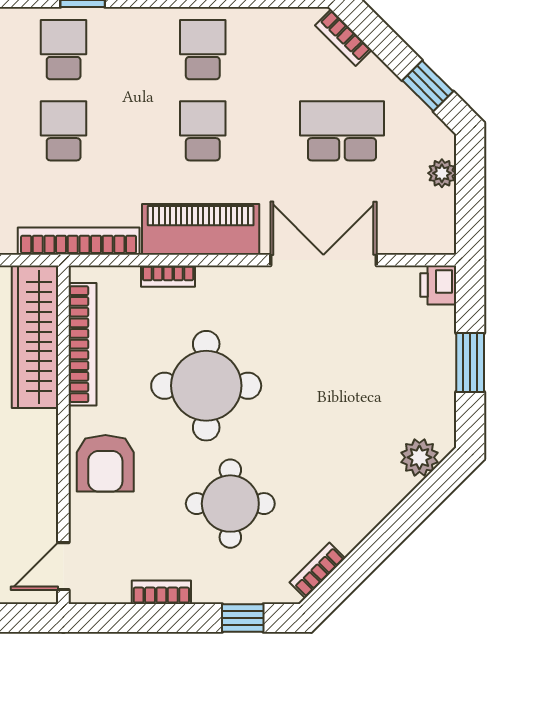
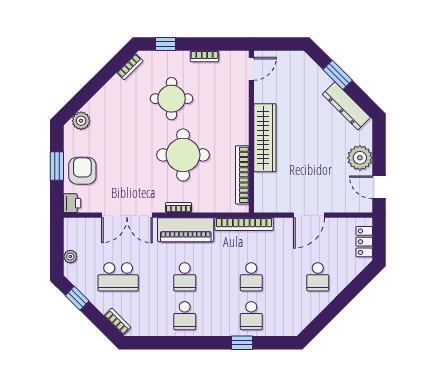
bookcase: (168, 276) -> (178, 207), moved
wardrobe: (35, 337) -> (265, 138), moved
armchair: (105, 463) -> (82, 171), moved

